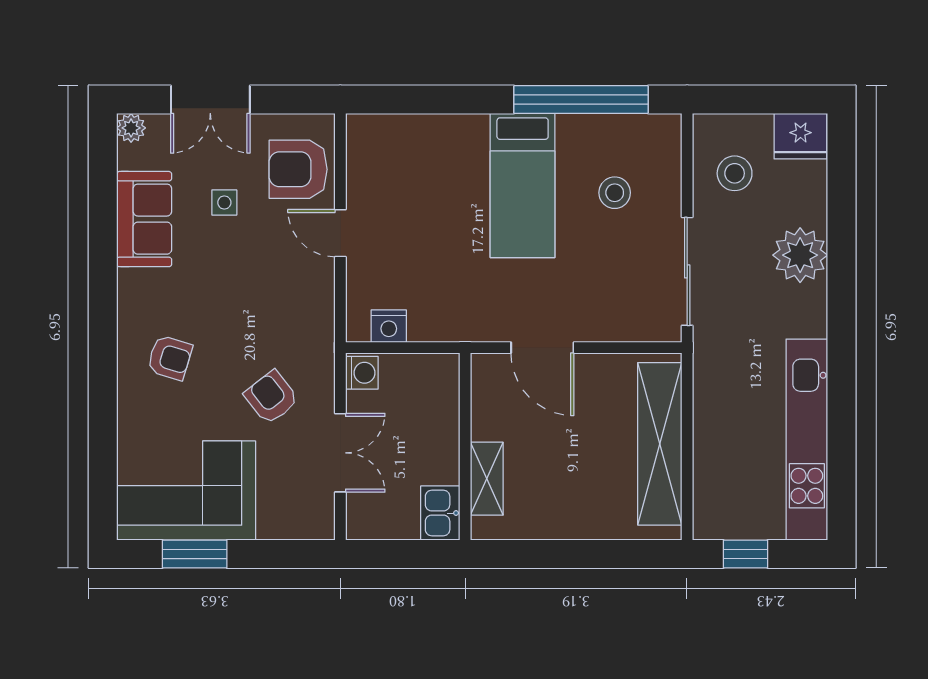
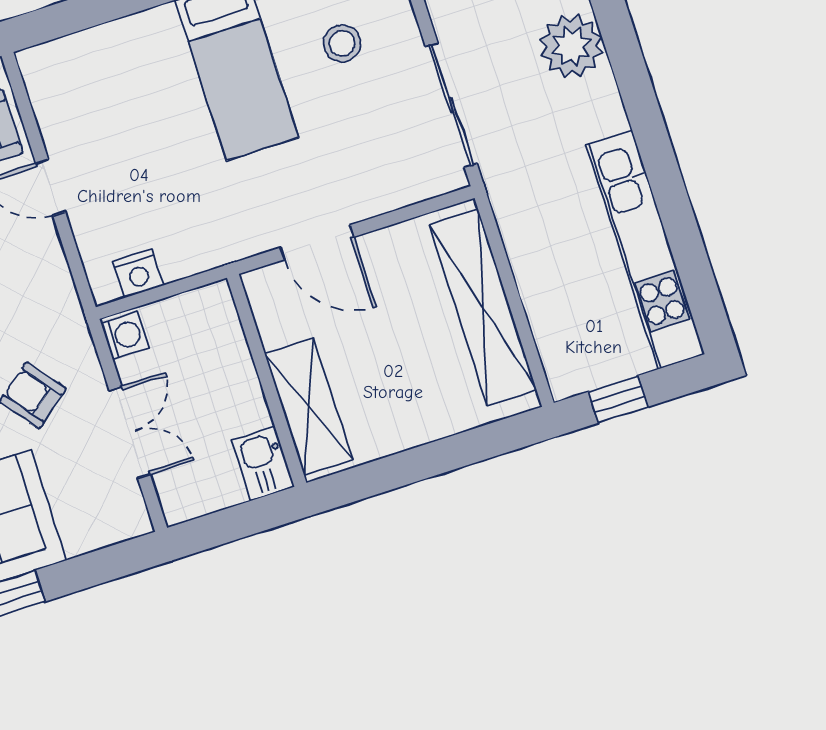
shelving: (487, 479) -> (308, 406), width x1.50, depth x1.33

